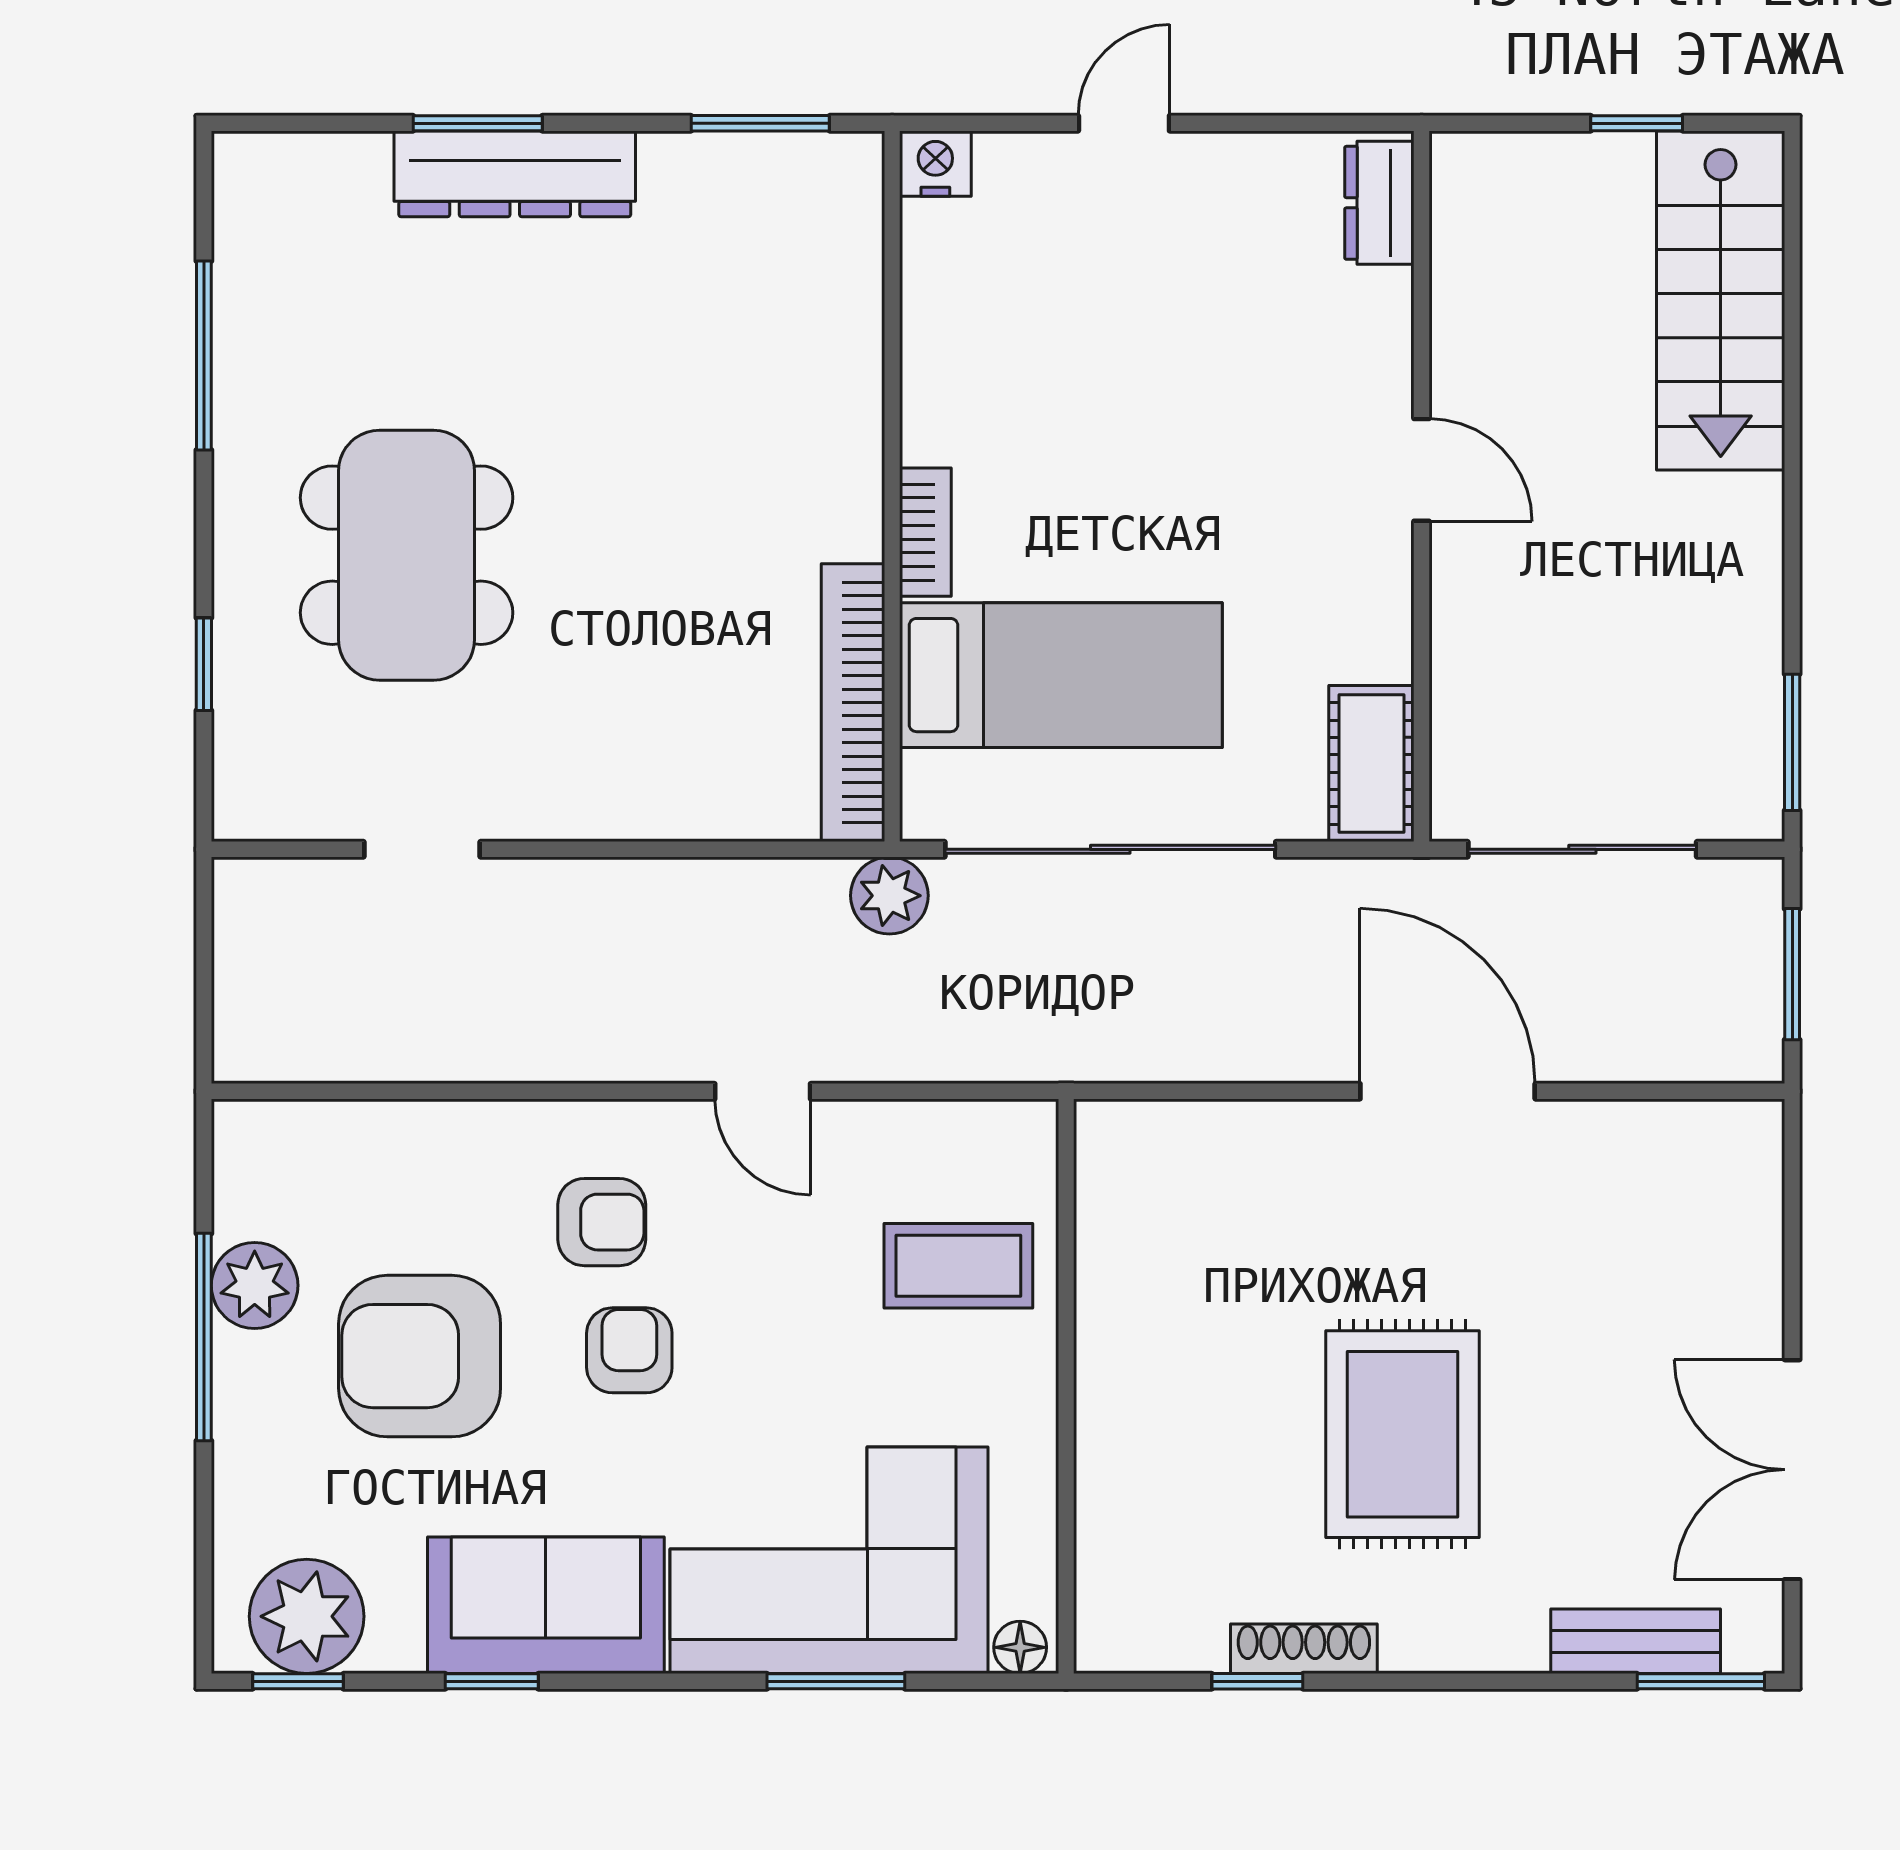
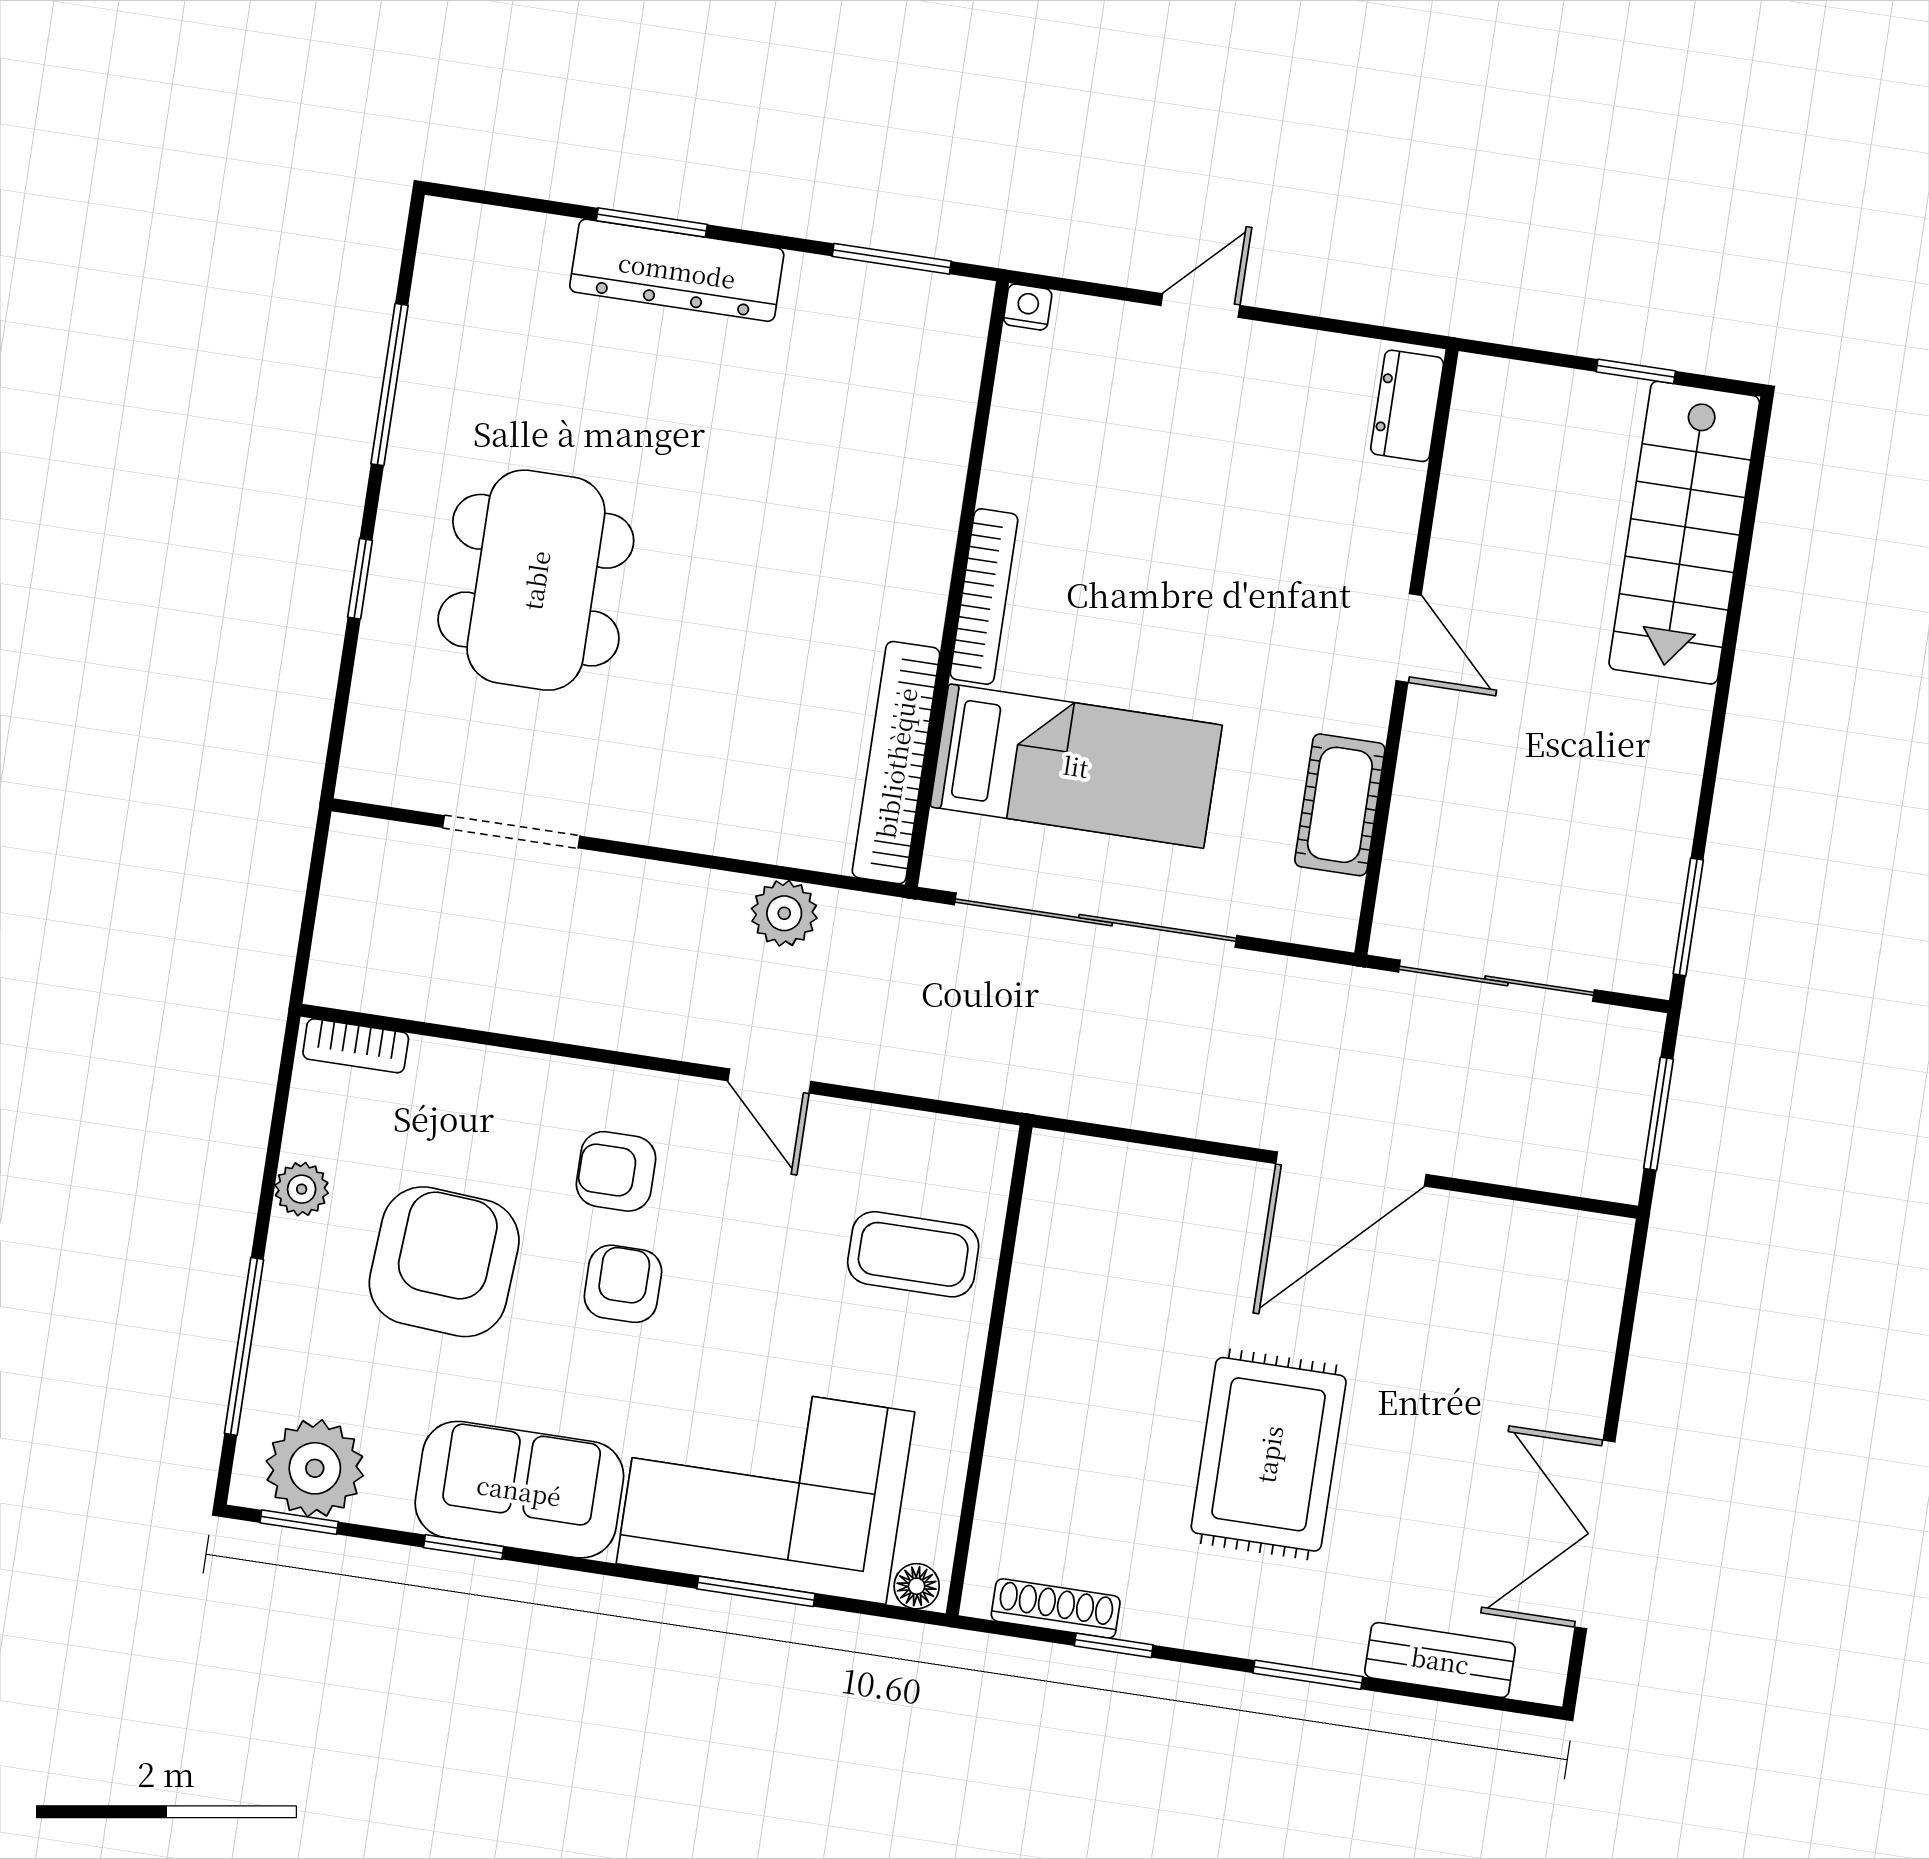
nightstand: (935, 164) -> (1028, 307), width x0.72, depth x0.74
bookcase: (925, 532) -> (984, 596), width x1.56
window: (204, 664) -> (360, 579), moved
cot: (1371, 764) -> (1340, 805), moved
doorway: (422, 849) -> (511, 832), width x1.38
plant: (889, 896) -> (784, 913), moved
door: (1448, 1091) -> (1351, 1169), swing flipped
bookcase: (280, 1123) -> (356, 1046), added
armchair: (602, 1222) -> (616, 1171), turned 180
plant: (255, 1285) -> (302, 1189), width x0.73, depth x0.73
window: (204, 1337) -> (244, 1346), moved
armchair: (420, 1356) -> (444, 1262), turned 94
shoe rack: (1304, 1649) -> (1056, 1608), moved
window: (1701, 1681) -> (1308, 1675), moved

